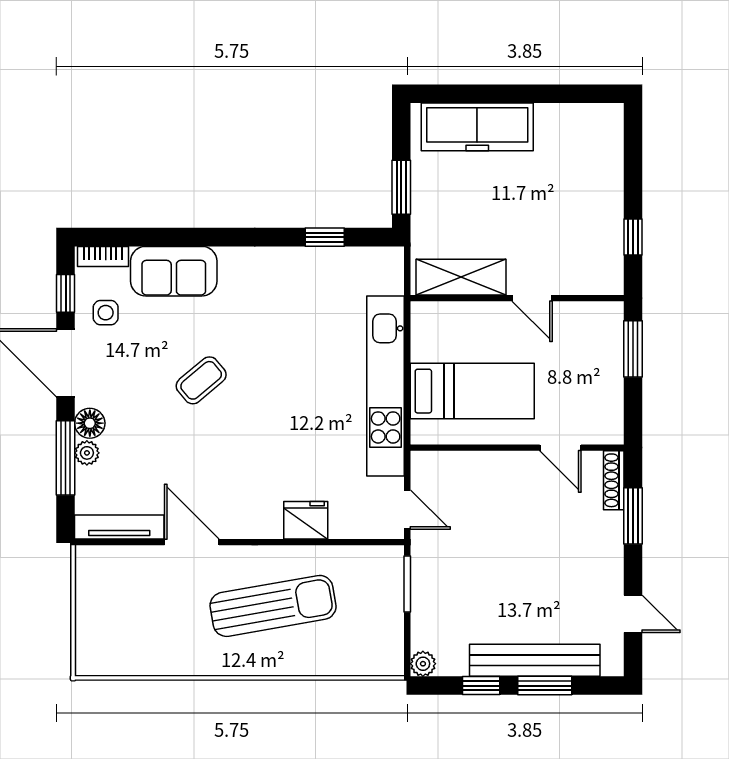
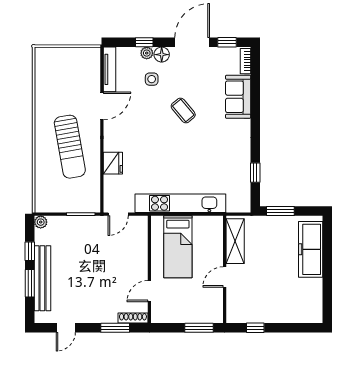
side table: (106, 313) -> (152, 79), moved
window: (66, 458) -> (144, 42), width x0.46

